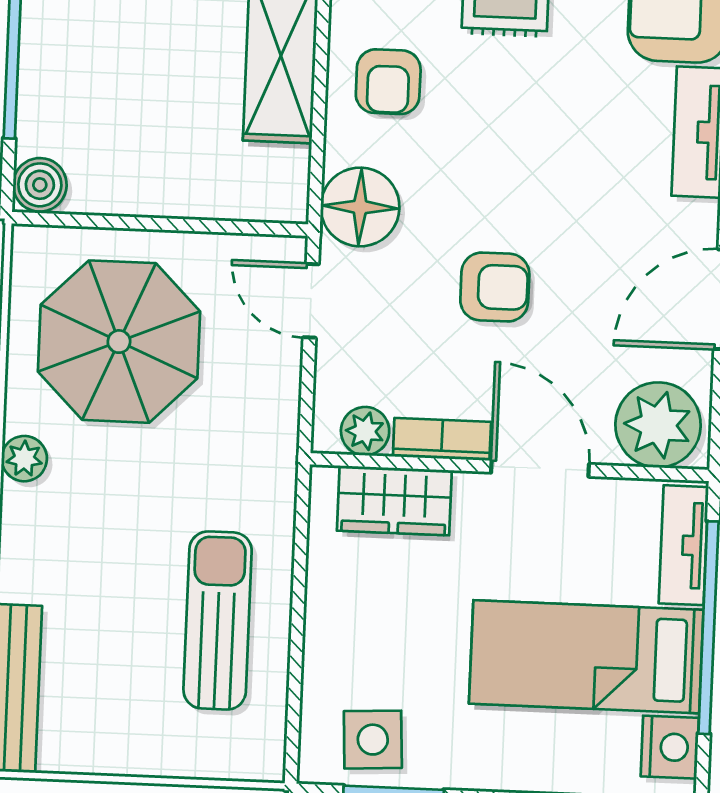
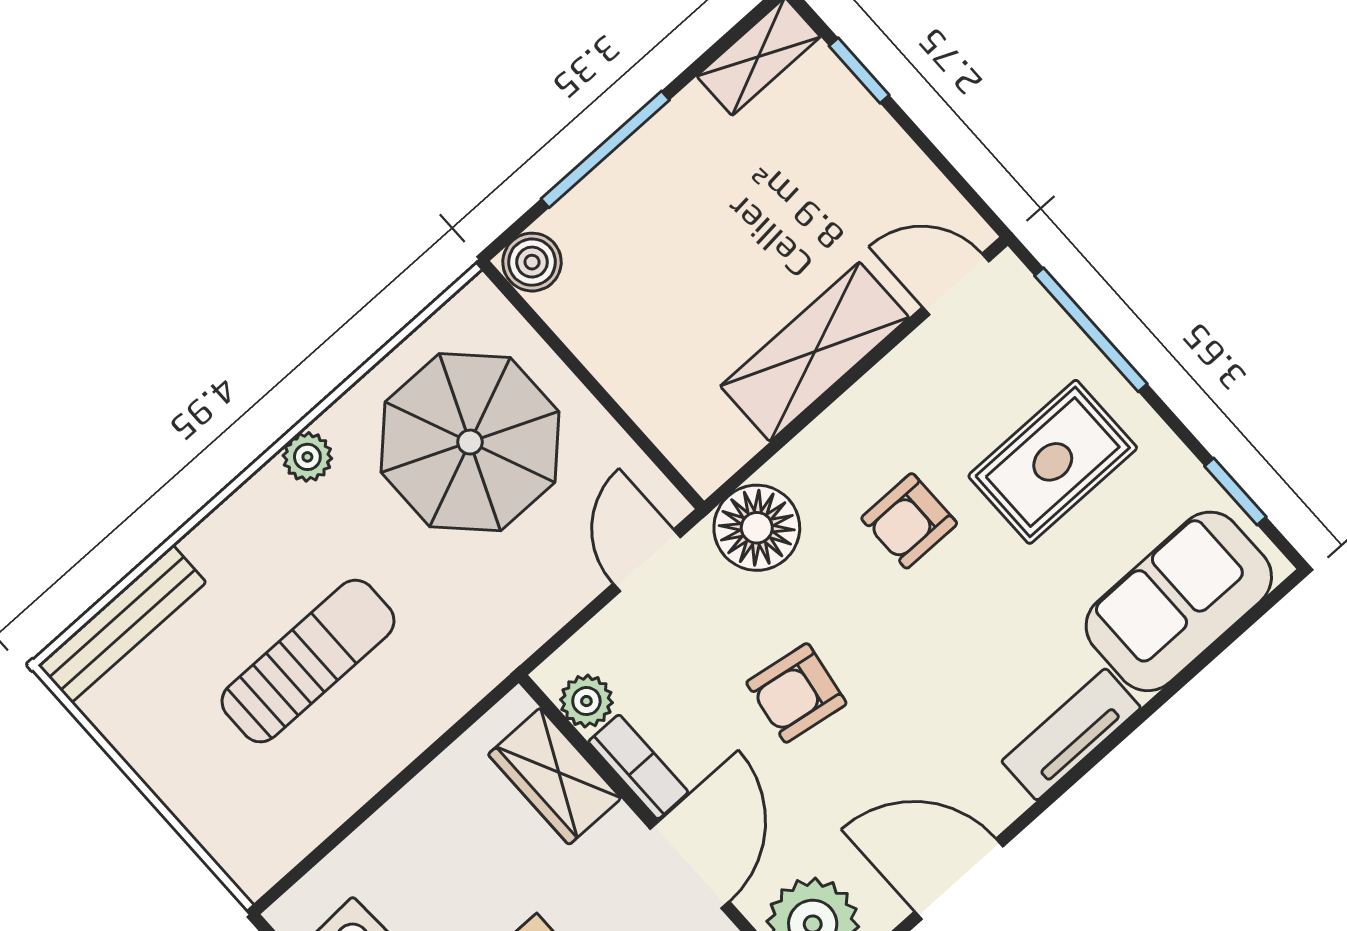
armchair: (388, 82) -> (909, 521), moved
armchair: (495, 287) -> (796, 693), turned 99
sun lounger: (218, 620) -> (308, 661), moved

